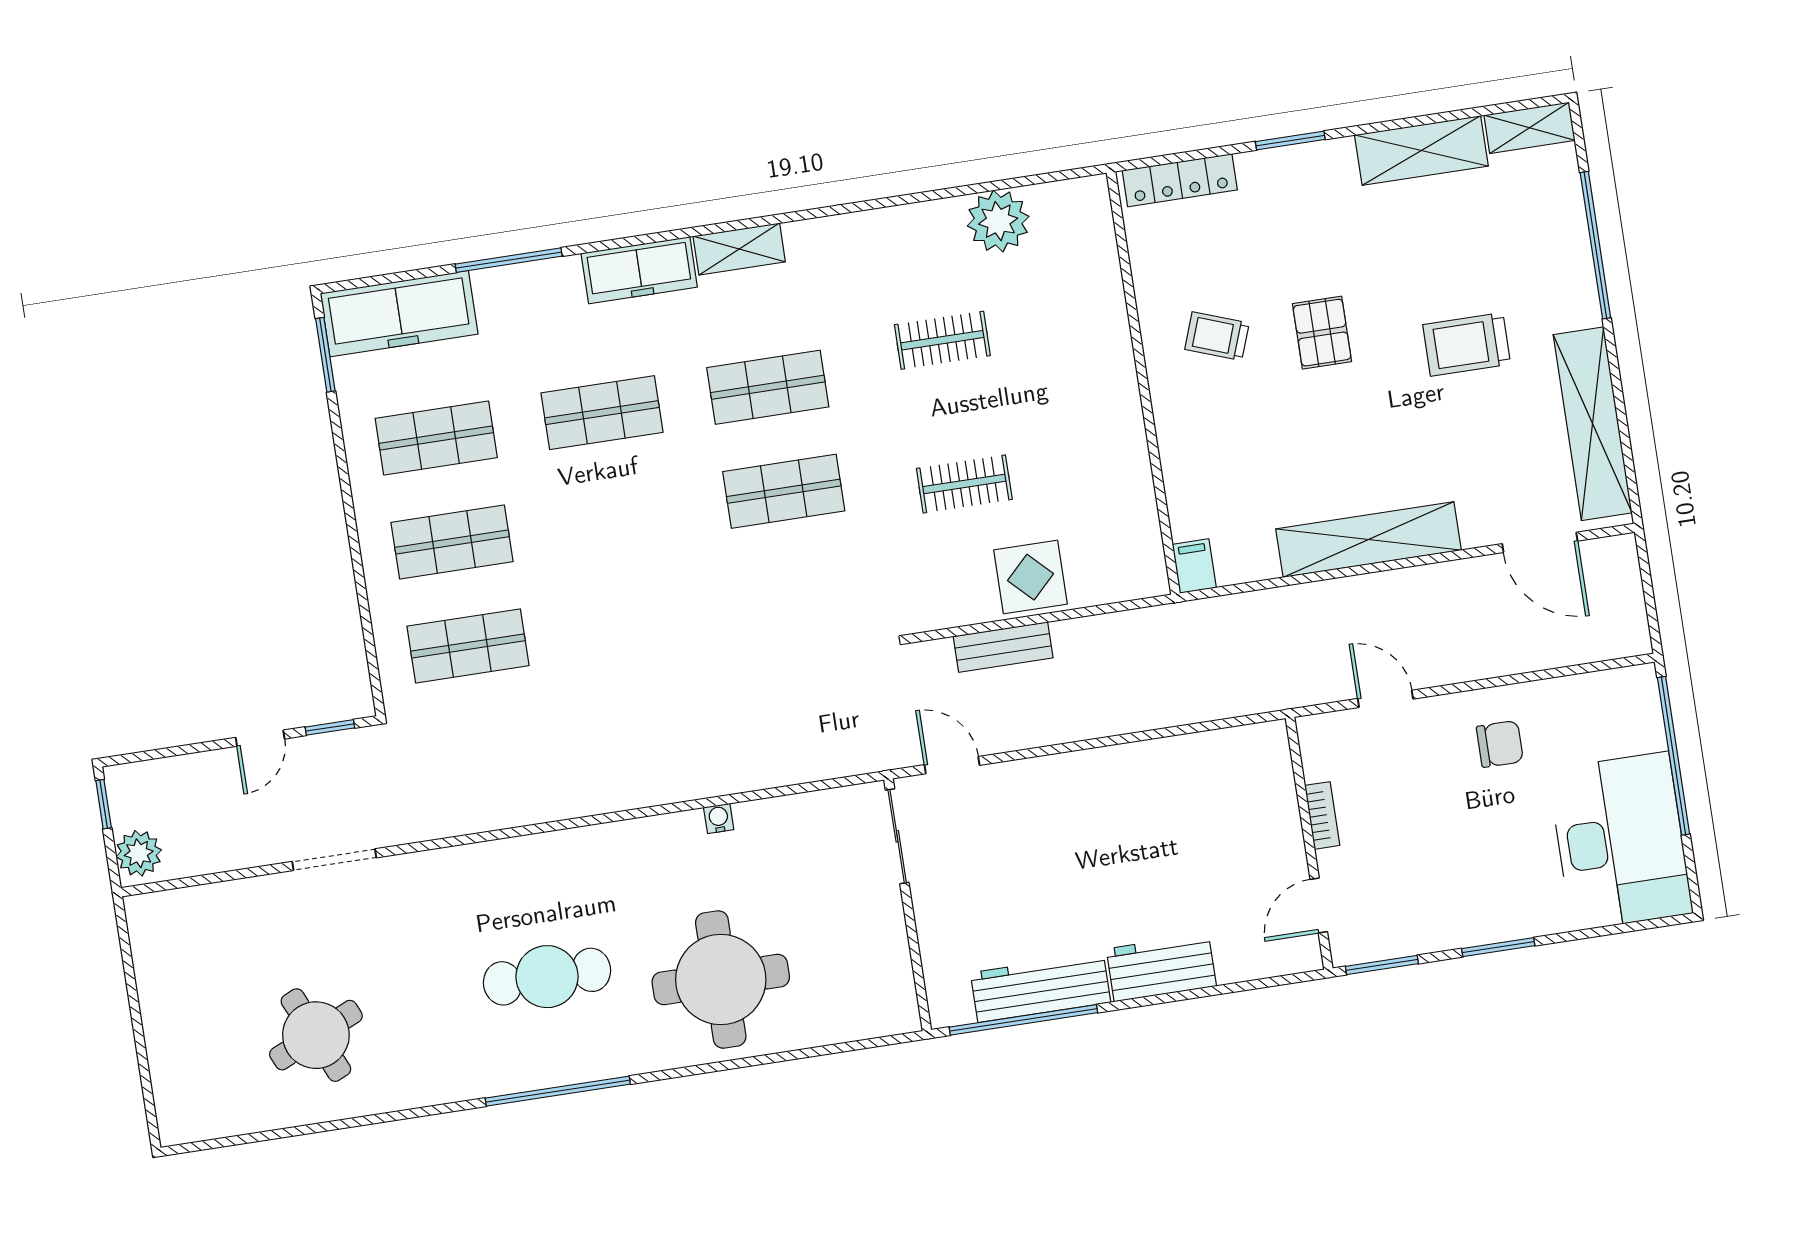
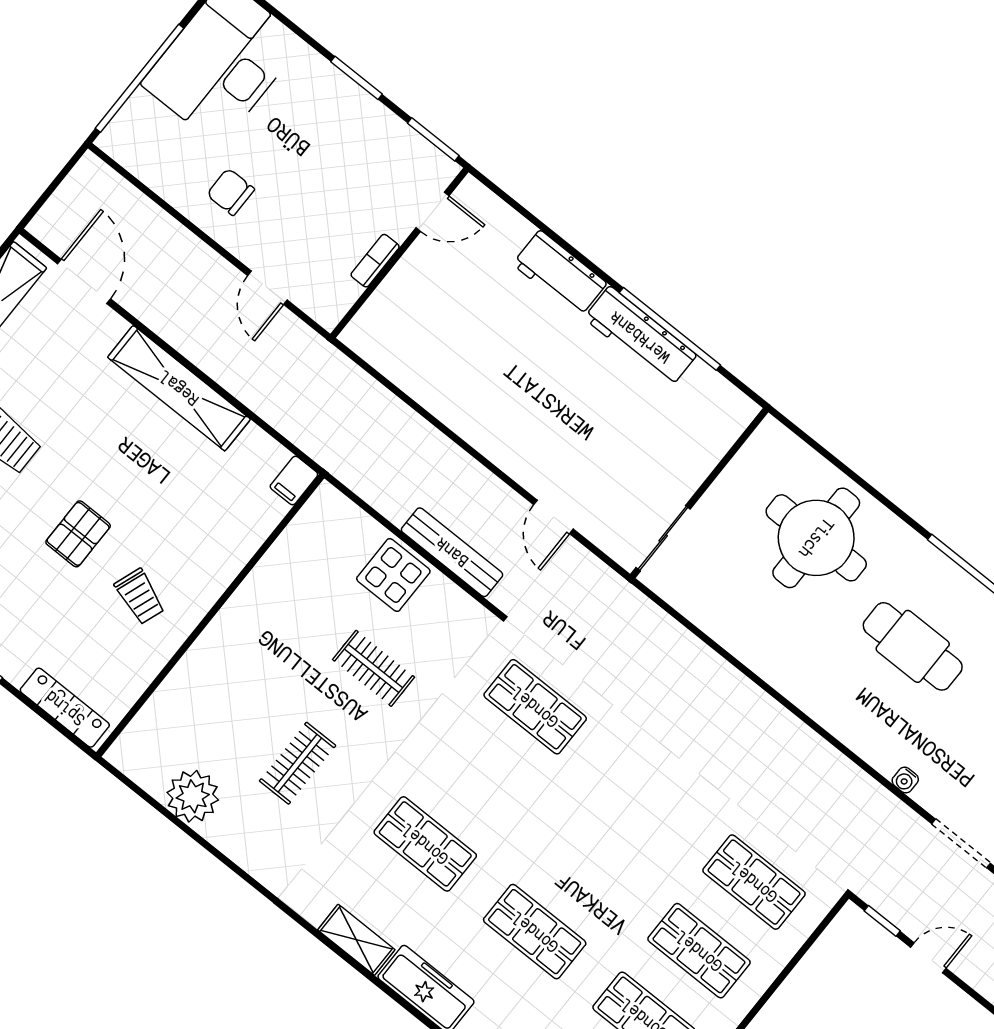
clothes rail: (942, 340) -> (298, 763), turned 90
shop shelf: (784, 491) -> (535, 707), moved
bench: (1003, 647) -> (452, 552), width x1.36
water cooler: (719, 818) -> (905, 780), moved
sliding door: (897, 836) -> (663, 538), moved
wall: (908, 905) -> (699, 493), moved

